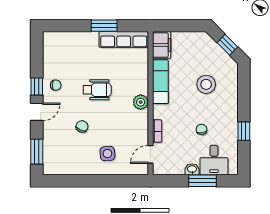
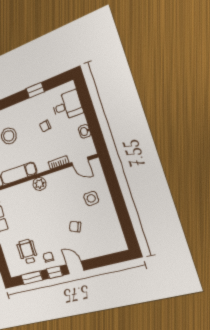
wheelchair: (97, 90) -> (27, 252), moved
window: (37, 152) -> (32, 278), moved
washbasin: (192, 169) -> (85, 131), moved
window: (202, 181) -> (88, 109), removed

